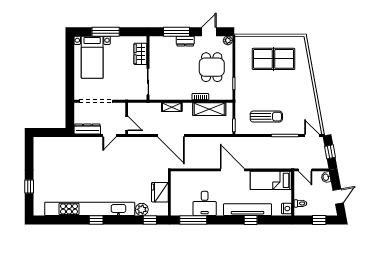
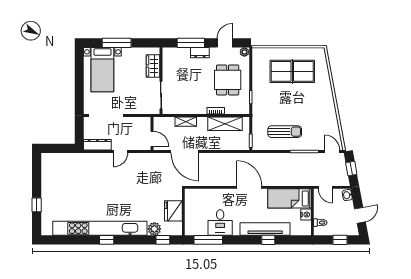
wall: (127, 118) -> (152, 134), moved
door: (127, 123) -> (152, 139), moved
nightstand: (287, 209) -> (306, 215), moved

